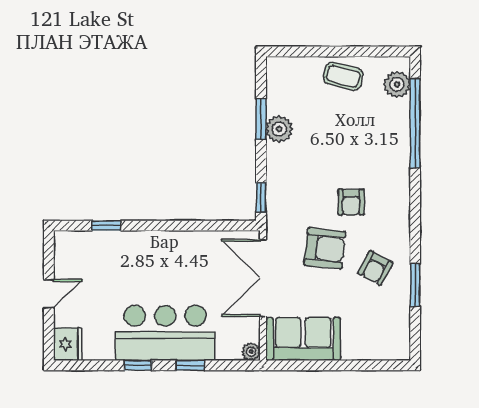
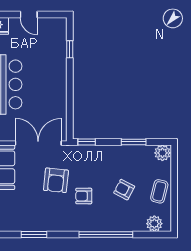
window: (415, 123) -> (106, 234), moved
plant: (279, 129) -> (162, 153), moved
armchair: (375, 268) -> (124, 190), moved

